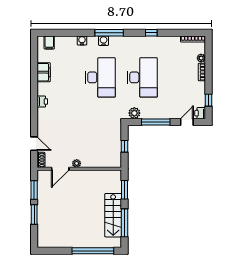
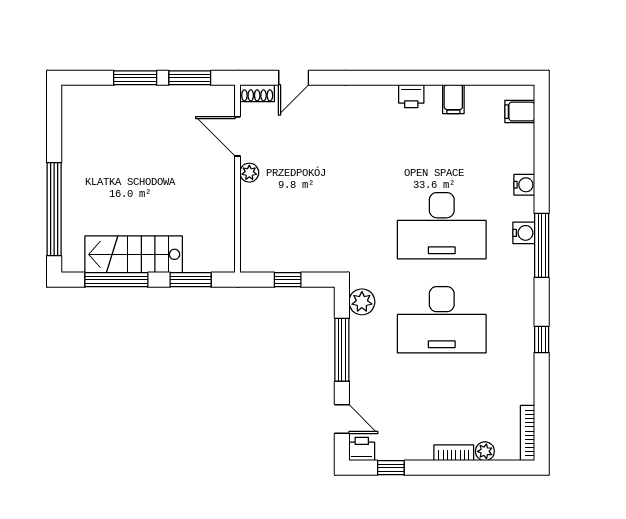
filing cabinet: (44, 72) -> (453, 99), width x0.50
printer: (42, 101) -> (411, 96), moved

